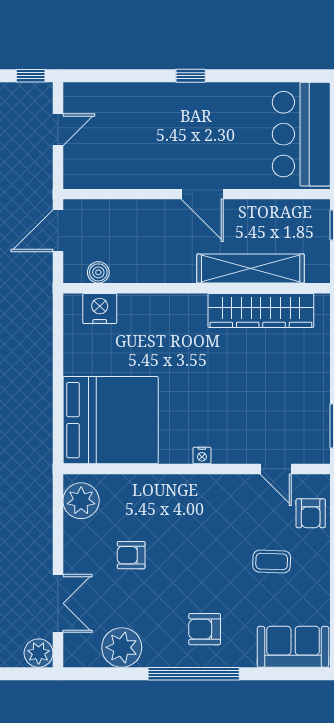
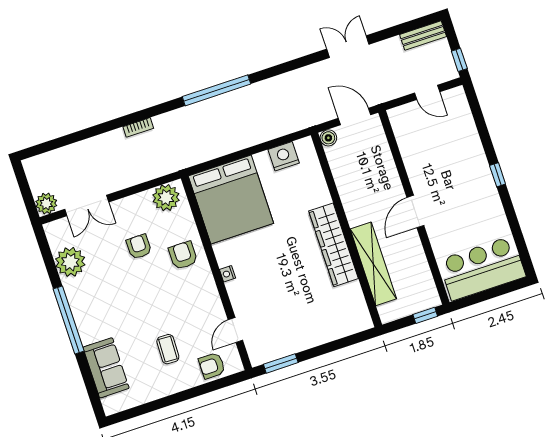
boiler: (98, 272) -> (328, 138), moved
nightstand: (100, 308) -> (284, 156), moved, turned -90
wardrobe: (261, 310) -> (334, 245), moved
armchair: (205, 629) -> (183, 255), moved
sofa: (293, 647) -> (106, 368), moved

